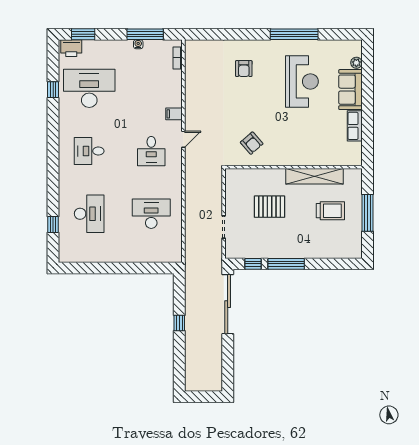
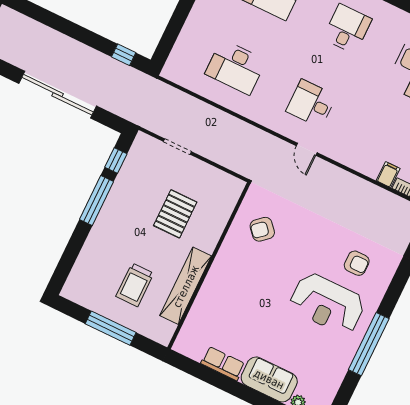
armchair: (244, 69) -> (357, 263), turned 180
reception desk: (302, 81) -> (327, 304), moved
filing cabinet: (174, 114) -> (388, 175), moved
desk: (151, 214) -> (236, 67), turned 90
sliding door: (228, 304) -> (58, 95), moved
window: (179, 323) -> (124, 55), moved

